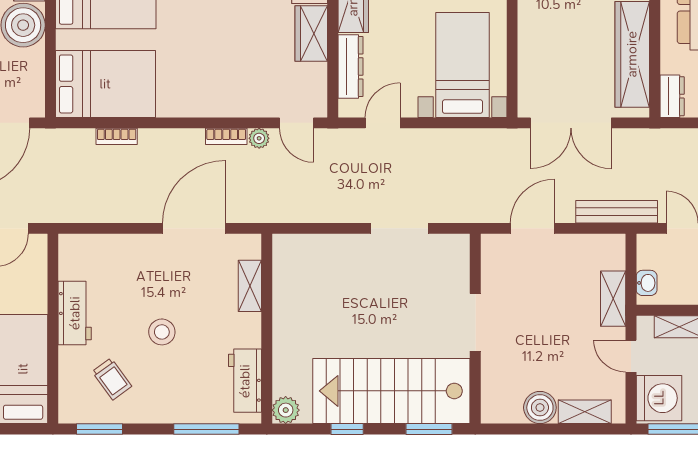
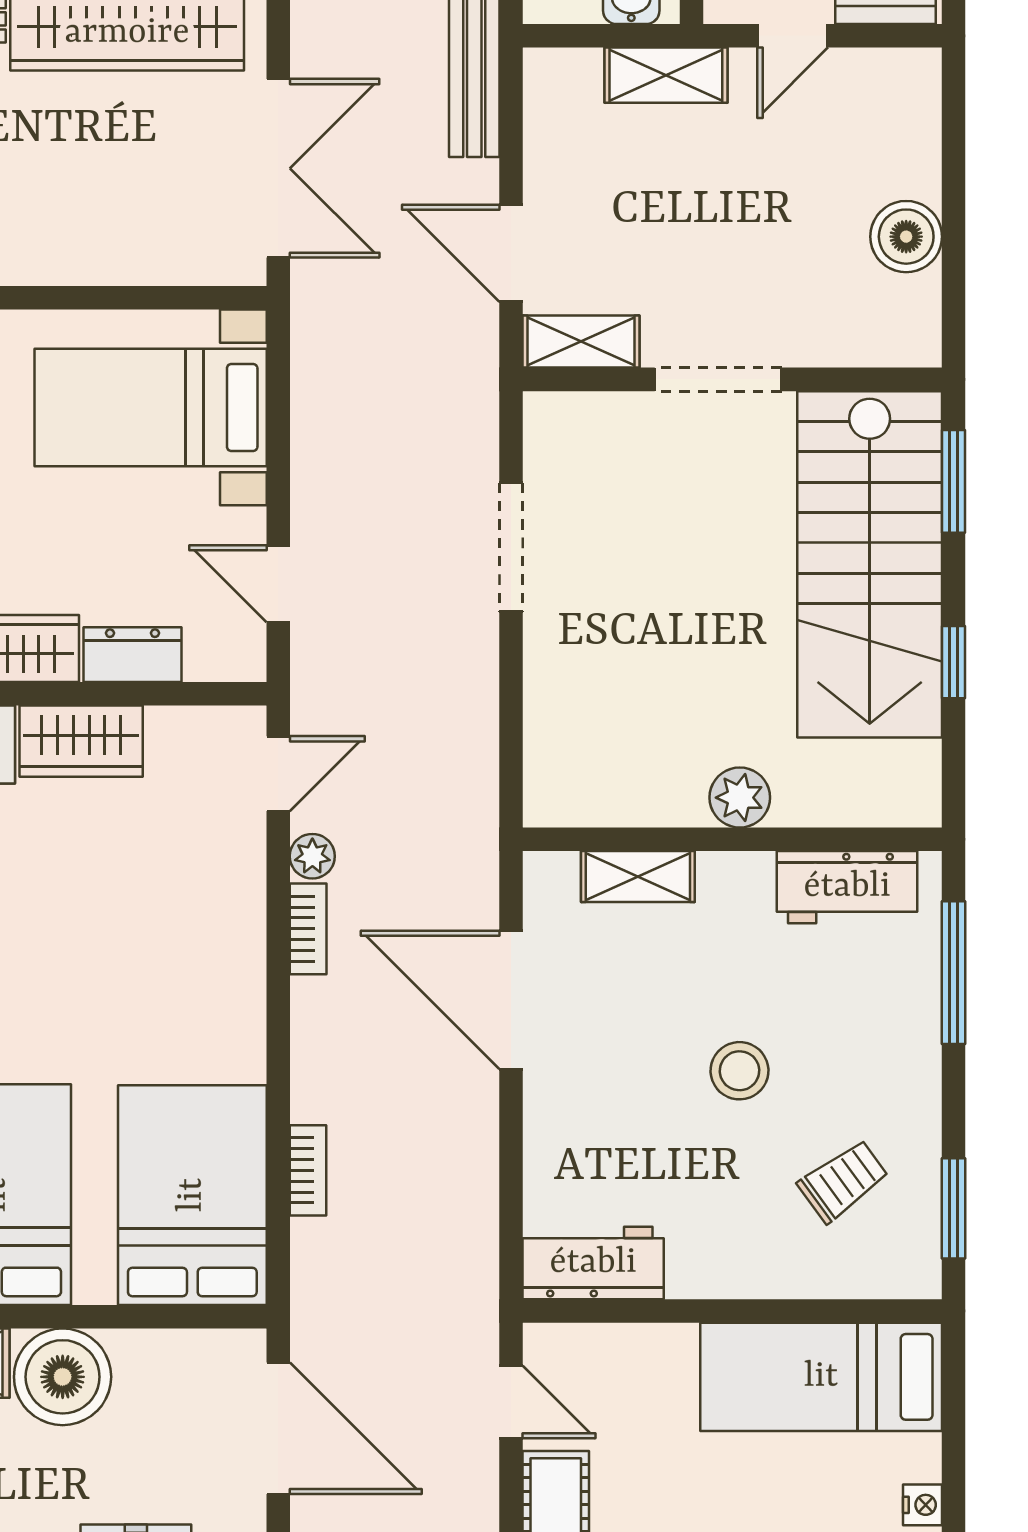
dresser: (350, 66) -> (132, 655), width x0.70
workbench: (75, 313) -> (593, 1263), moved
plant: (286, 410) -> (740, 798), moved
shelving: (585, 412) -> (581, 341), moved, turned 90

